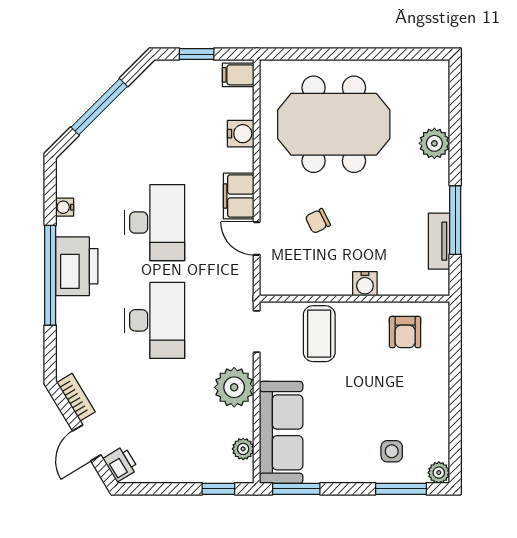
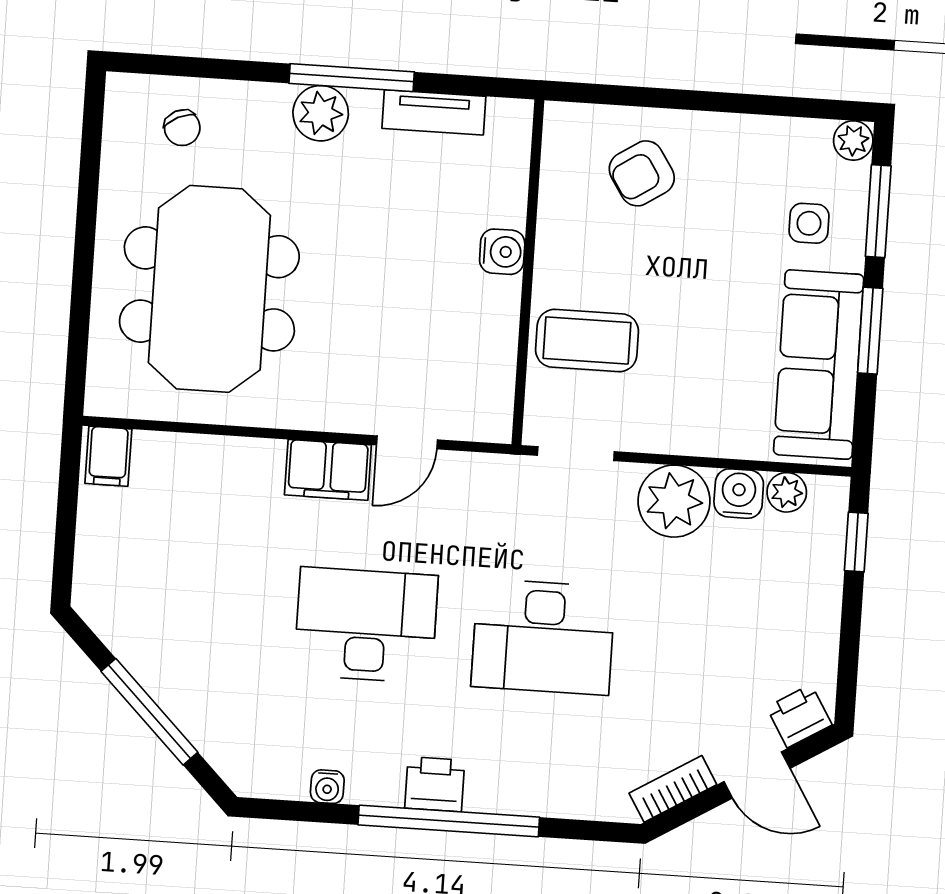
window: (197, 54) -> (66, 529), removed
water cooler: (241, 134) -> (739, 494), moved
plant: (434, 143) -> (321, 113), moved
window: (455, 220) -> (352, 78), moved
chair: (318, 221) -> (182, 128), moved
printer: (77, 266) -> (435, 784), width x0.53, depth x0.68
desk: (155, 320) -> (543, 637), turned 180
armchair: (405, 332) -> (642, 173), moved, turned 147
sofa: (281, 432) -> (819, 365), moved, turned -90
window: (296, 489) -> (870, 331), moved

